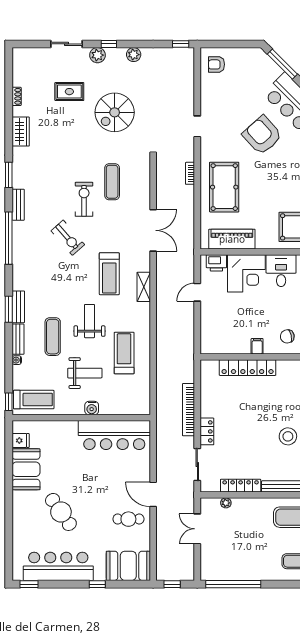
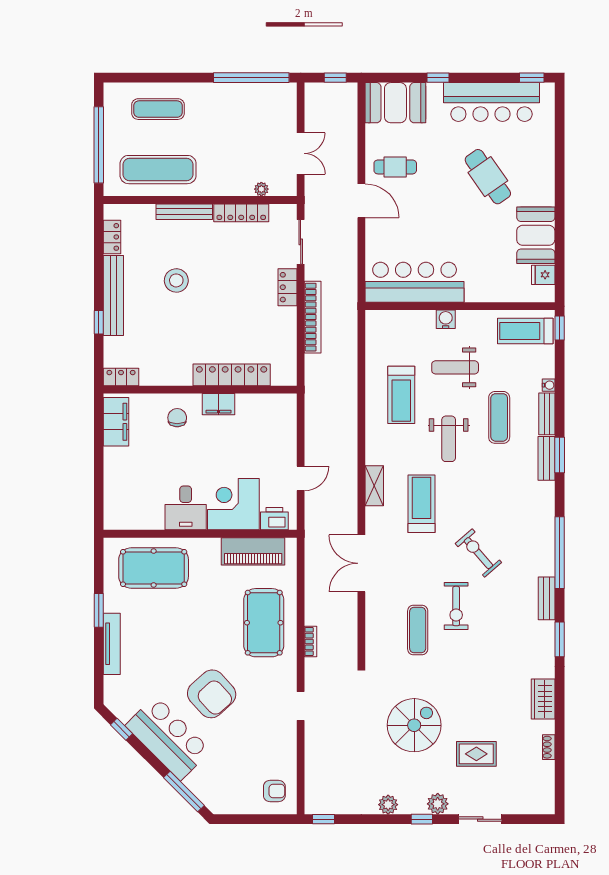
chair: (287, 336) -> (177, 418), turned -78
filing cabinet: (257, 346) -> (219, 404), width x2.00

